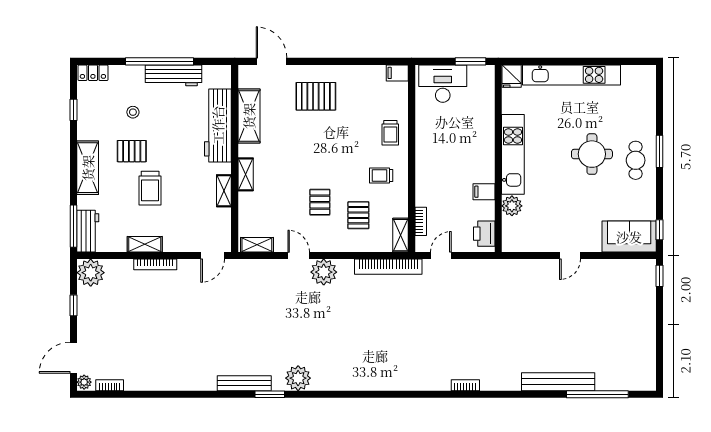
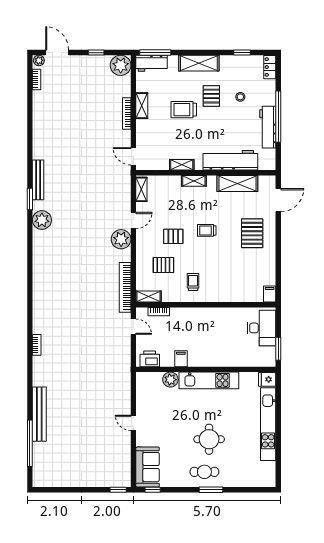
trolley: (390, 133) -> (207, 230), moved

